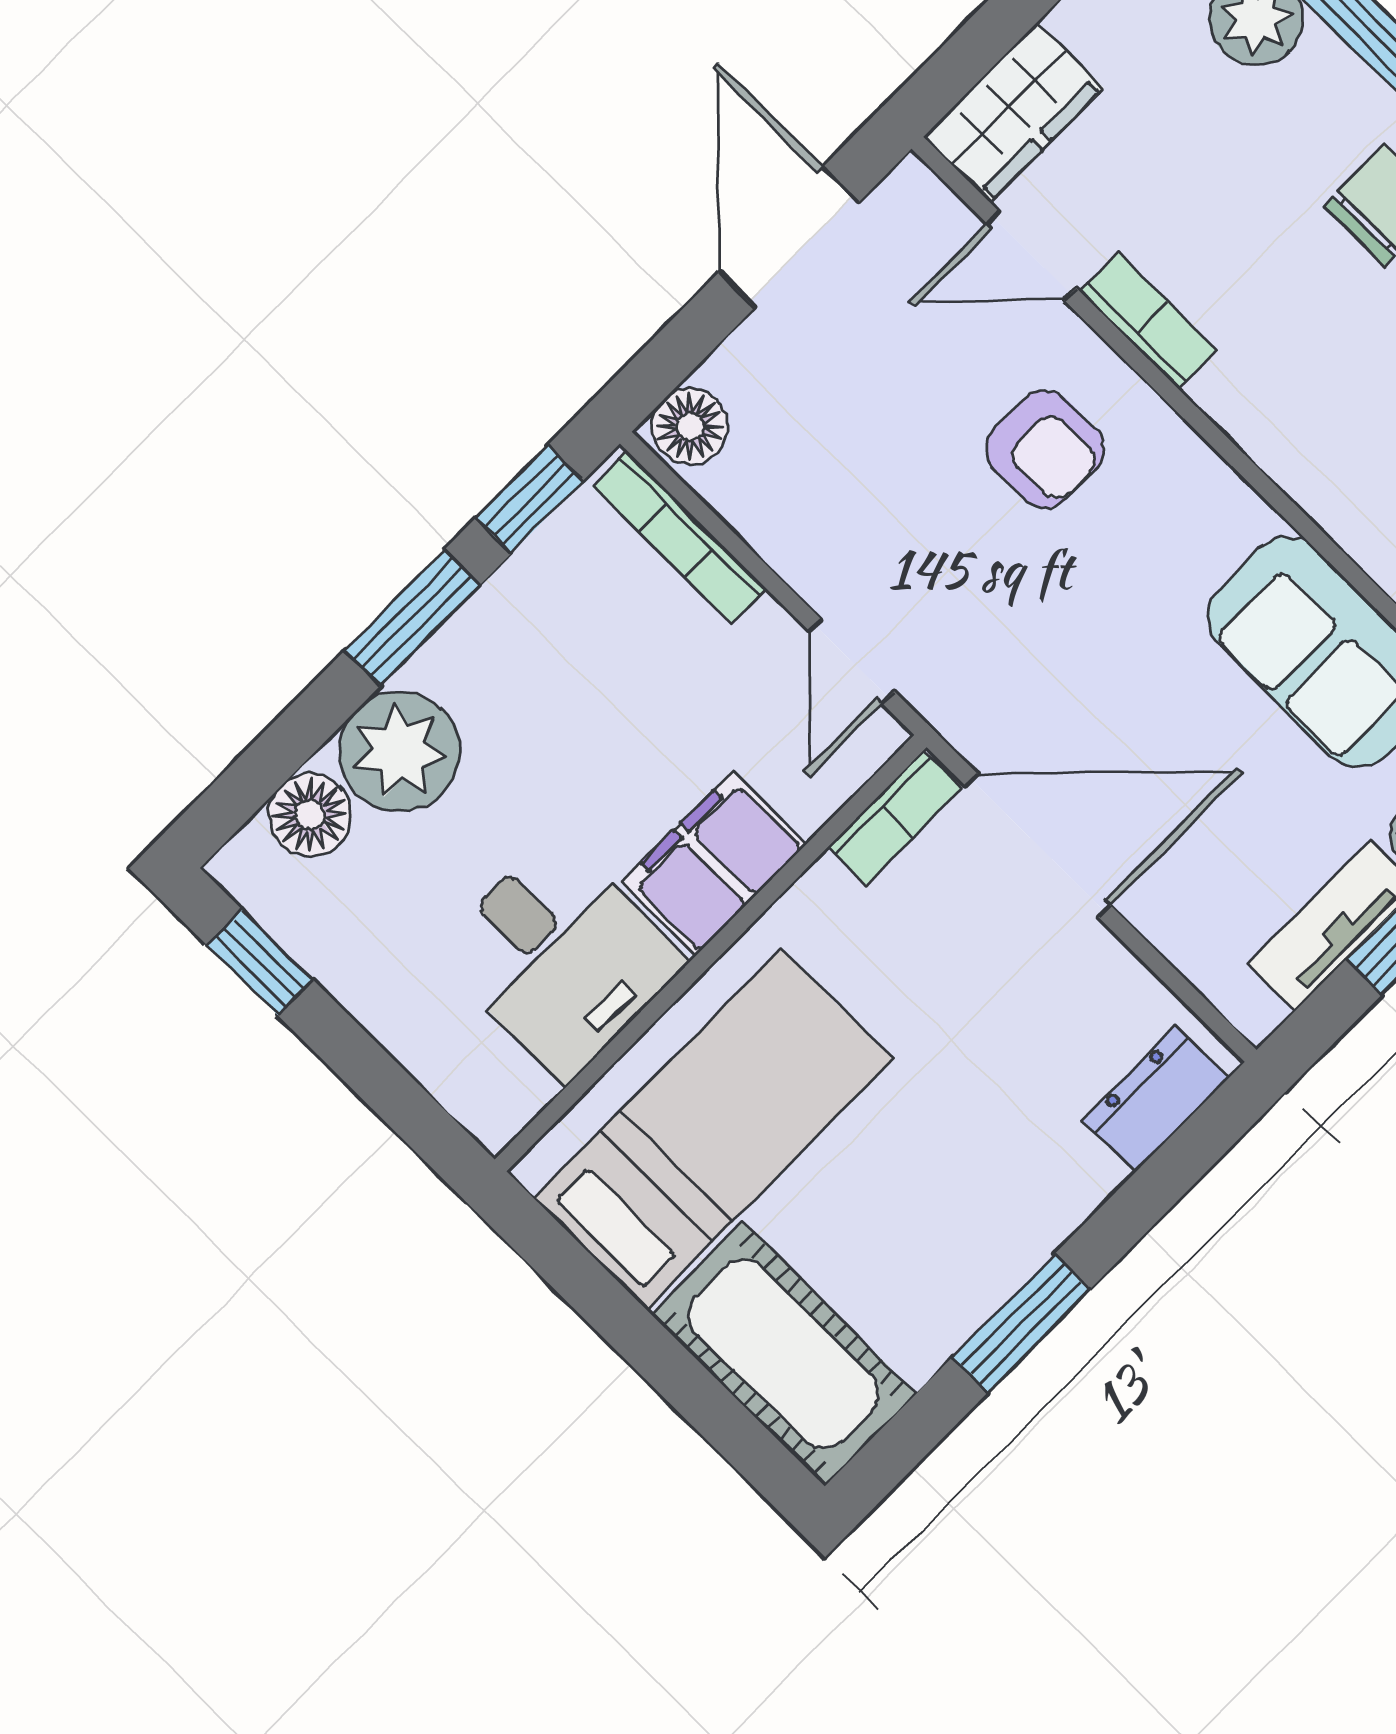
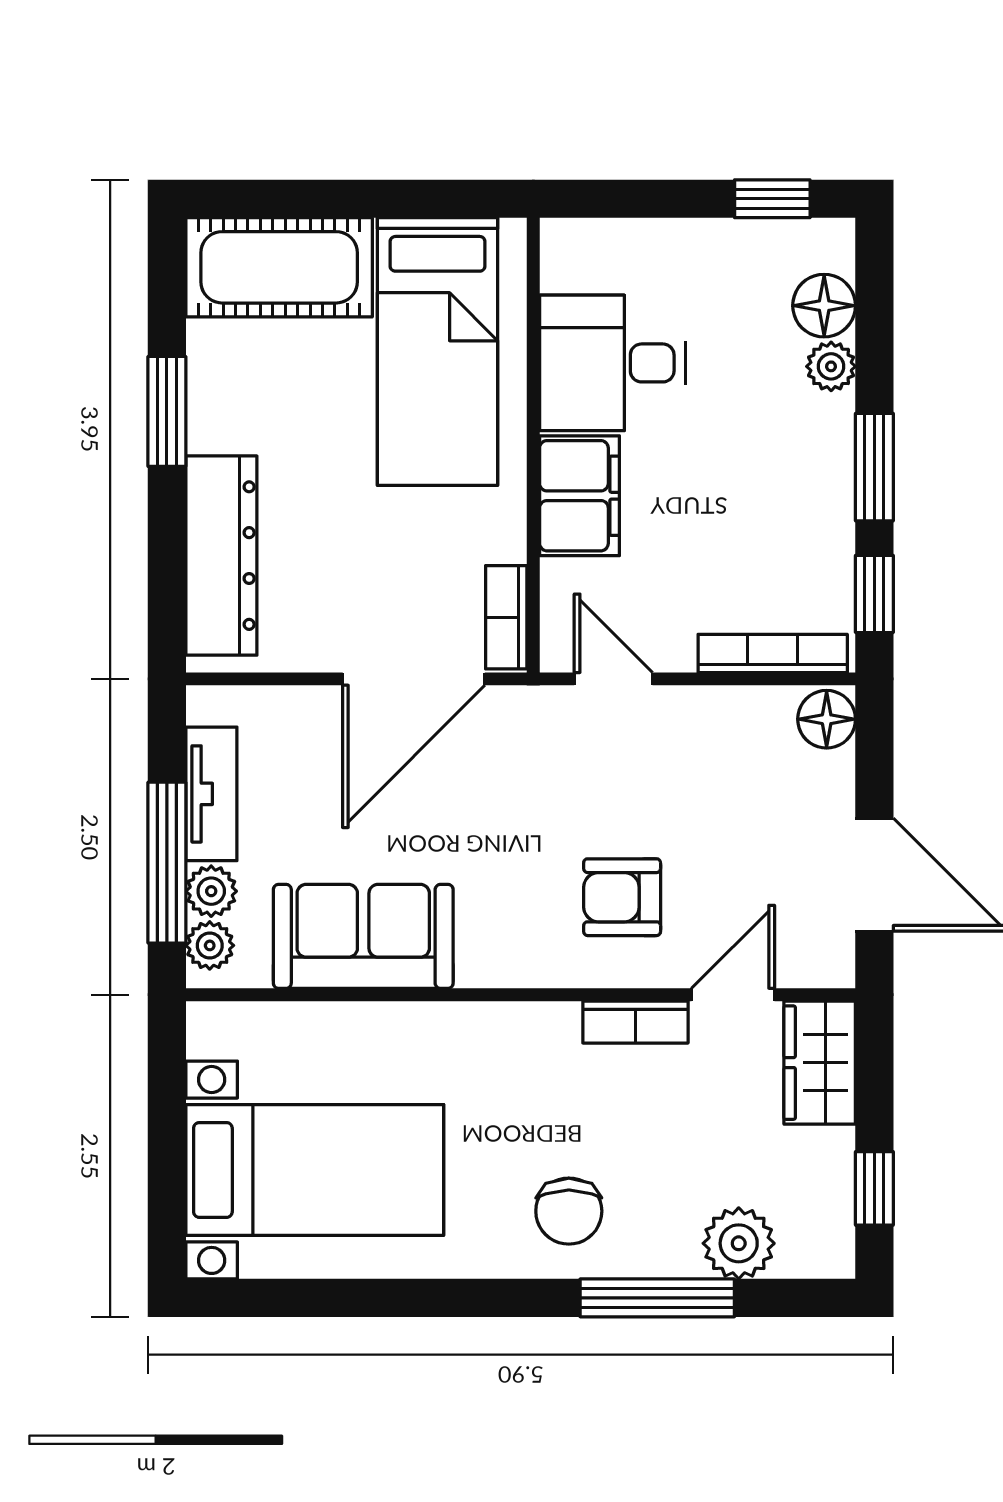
plant: (399, 751) -> (831, 366), width x0.53, depth x0.53
dresser: (1155, 1099) -> (221, 556), width x1.96, depth x1.24

